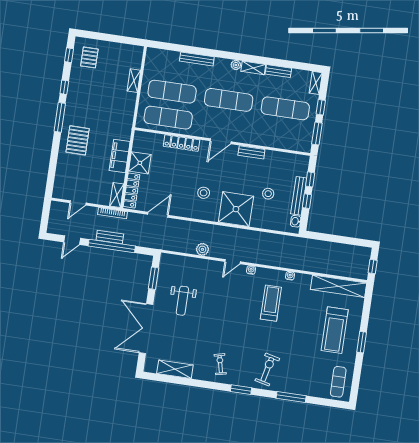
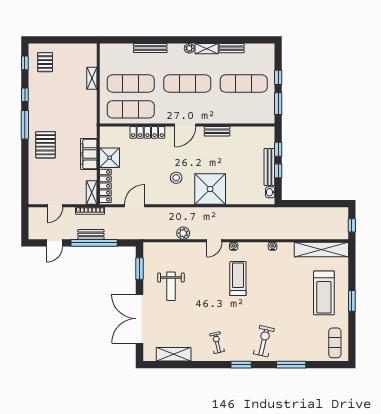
shelving: (316, 83) -> (270, 54), removed
stool: (268, 194) -> (239, 169), removed
treadmill: (271, 303) -> (238, 279), moved

